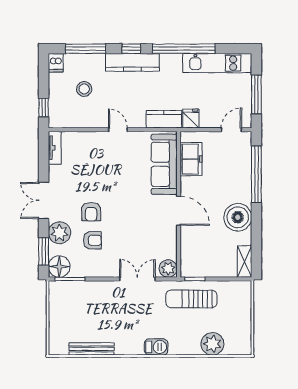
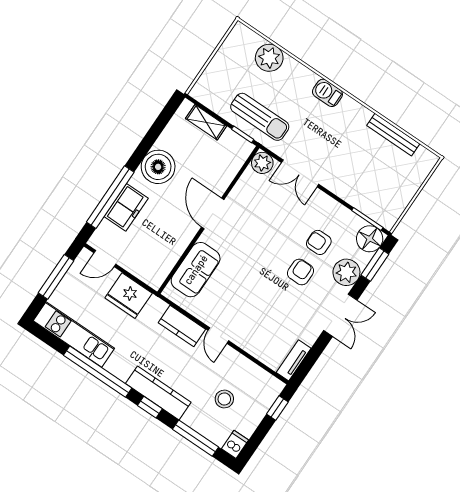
kitchen counter: (164, 119) -> (182, 326), moved
fridge: (191, 119) -> (129, 296), width x1.88, depth x1.34
freezer: (191, 159) -> (126, 207), moved, turned 180
sofa: (164, 164) -> (196, 270), width x0.73
shelving: (244, 261) -> (206, 122), moved, turned 90

